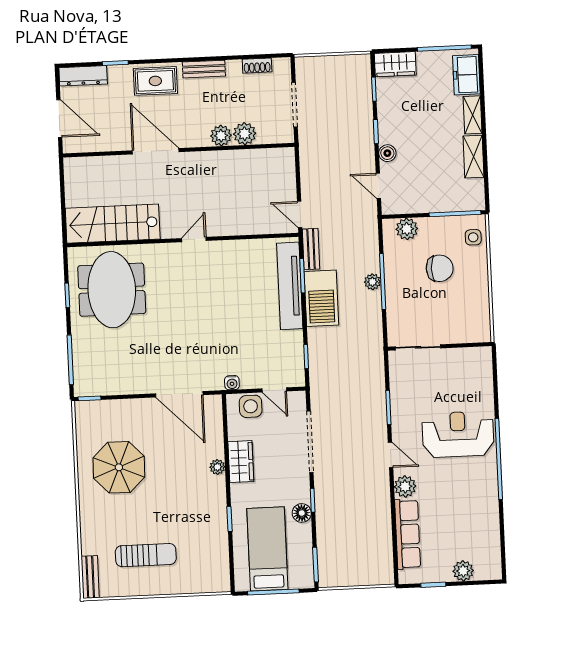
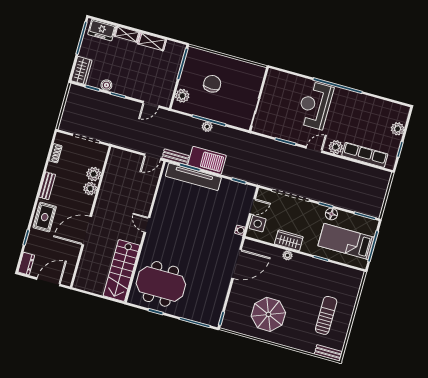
dresser: (83, 76) -> (26, 264), width x0.70
boiler: (387, 153) -> (106, 85), moved
side table: (473, 237) -> (200, 58), removed

